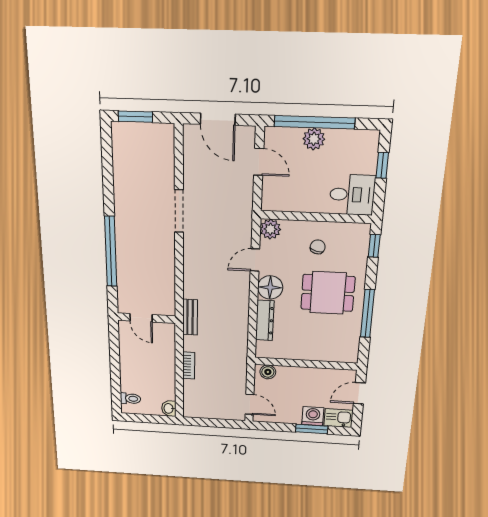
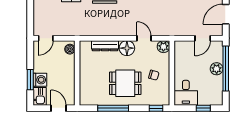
dining table: (328, 293) -> (125, 83), turned 90

